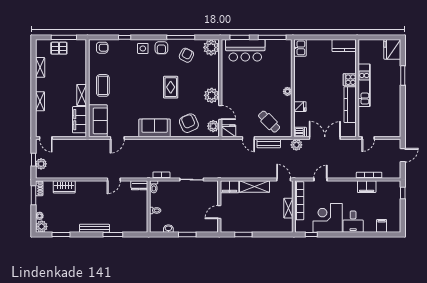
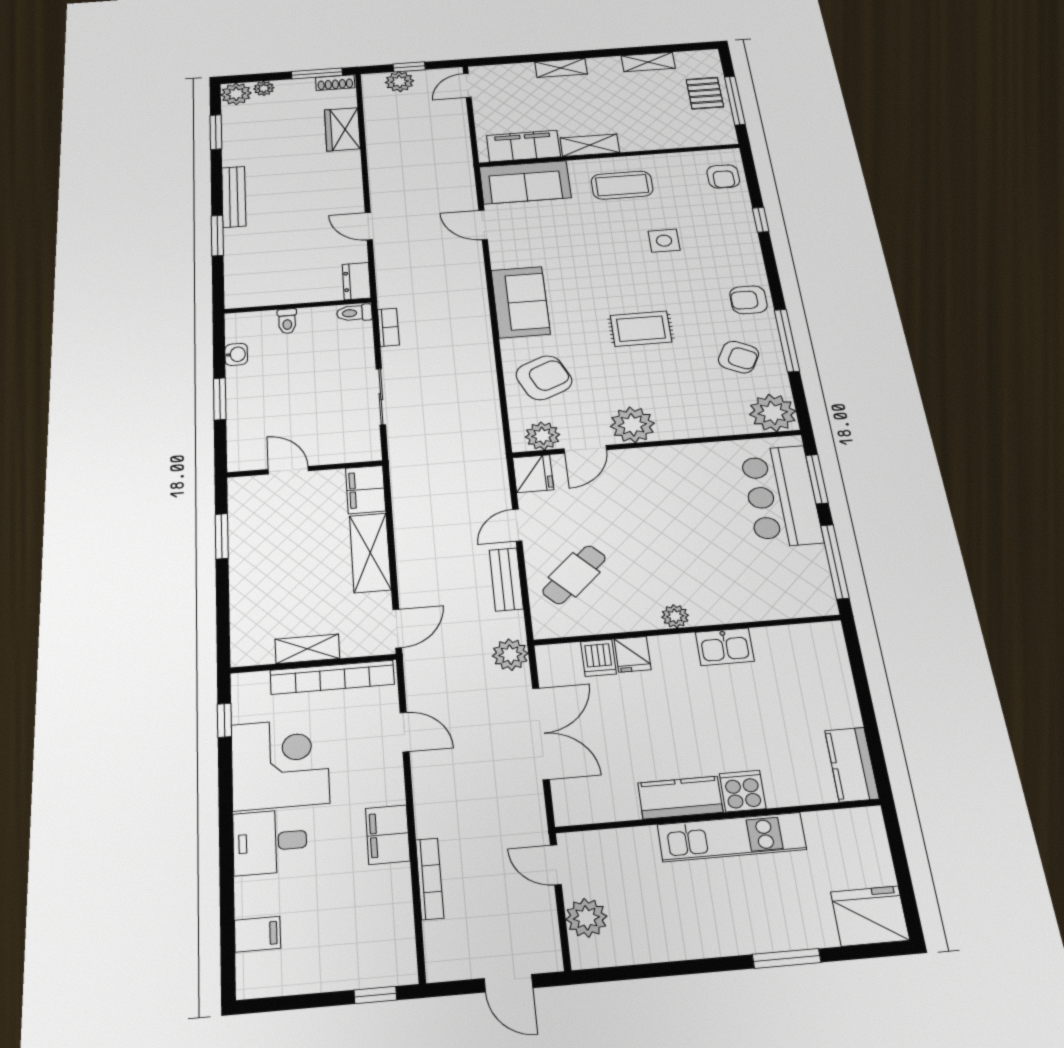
side table: (143, 48) -> (664, 241), moved
kitchen sink: (300, 48) -> (725, 647), moved
kitchen counter: (350, 105) -> (680, 798), width x0.67
plant: (385, 131) -> (586, 918), added
dishwasher: (300, 132) -> (598, 658), moved
filing cabinet: (367, 187) -> (388, 835), moved

